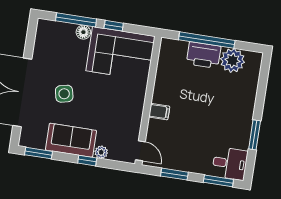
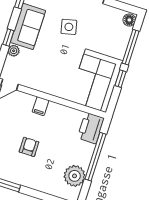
floor lamp: (83, 32) -> (129, 20), moved
printer: (204, 55) -> (91, 128), moved
armchair: (208, 117) -> (29, 147), added

